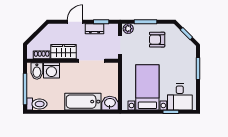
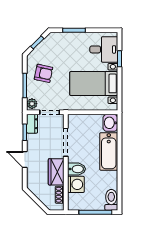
dresser: (95, 29) -> (32, 124), moved
armchair: (157, 40) -> (44, 73), turned -78
bidet: (37, 71) -> (77, 169), moved

